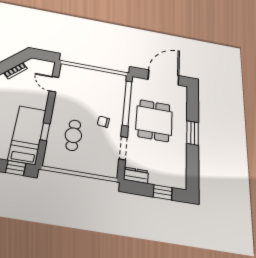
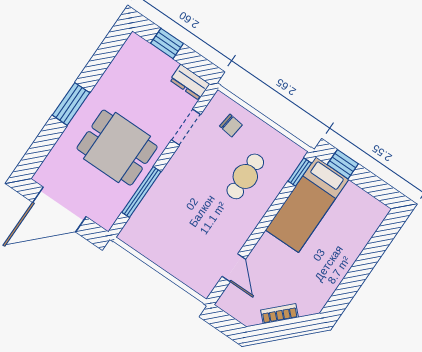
window: (127, 103) -> (141, 192), width x0.68
dining table: (154, 120) -> (117, 148), turned 90
chair: (103, 122) -> (231, 126), moved
window: (45, 132) -> (300, 172), moved

